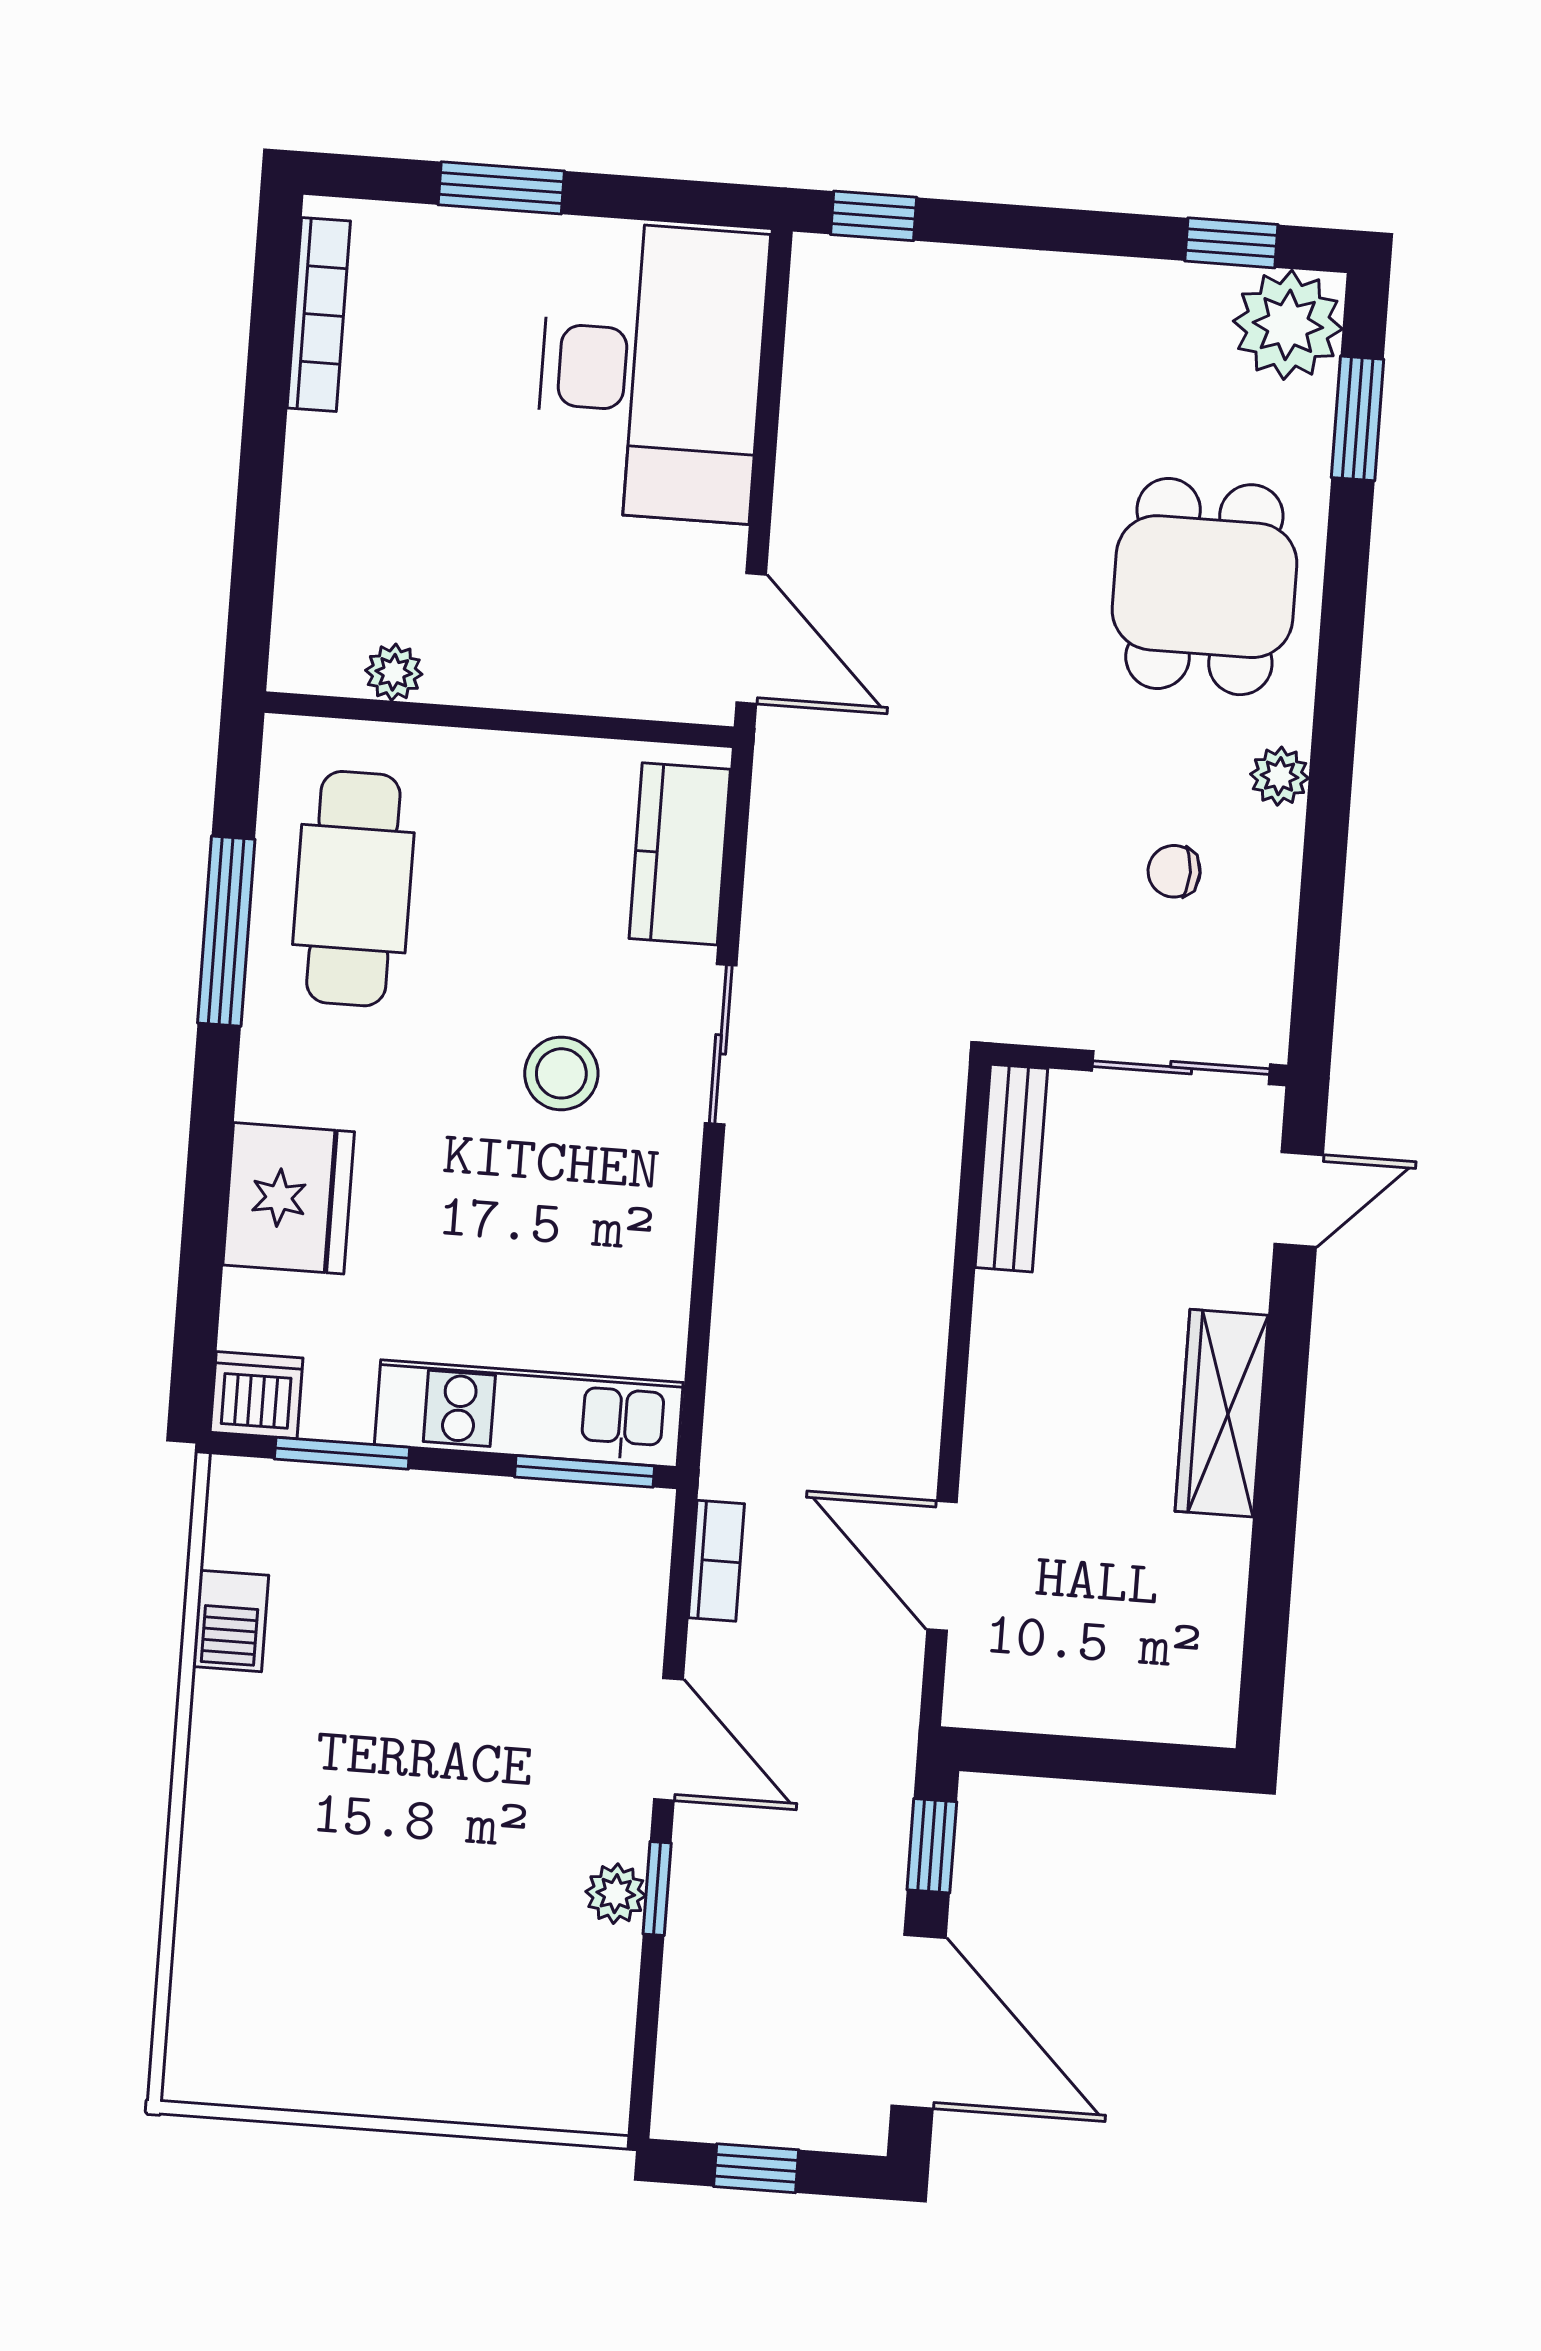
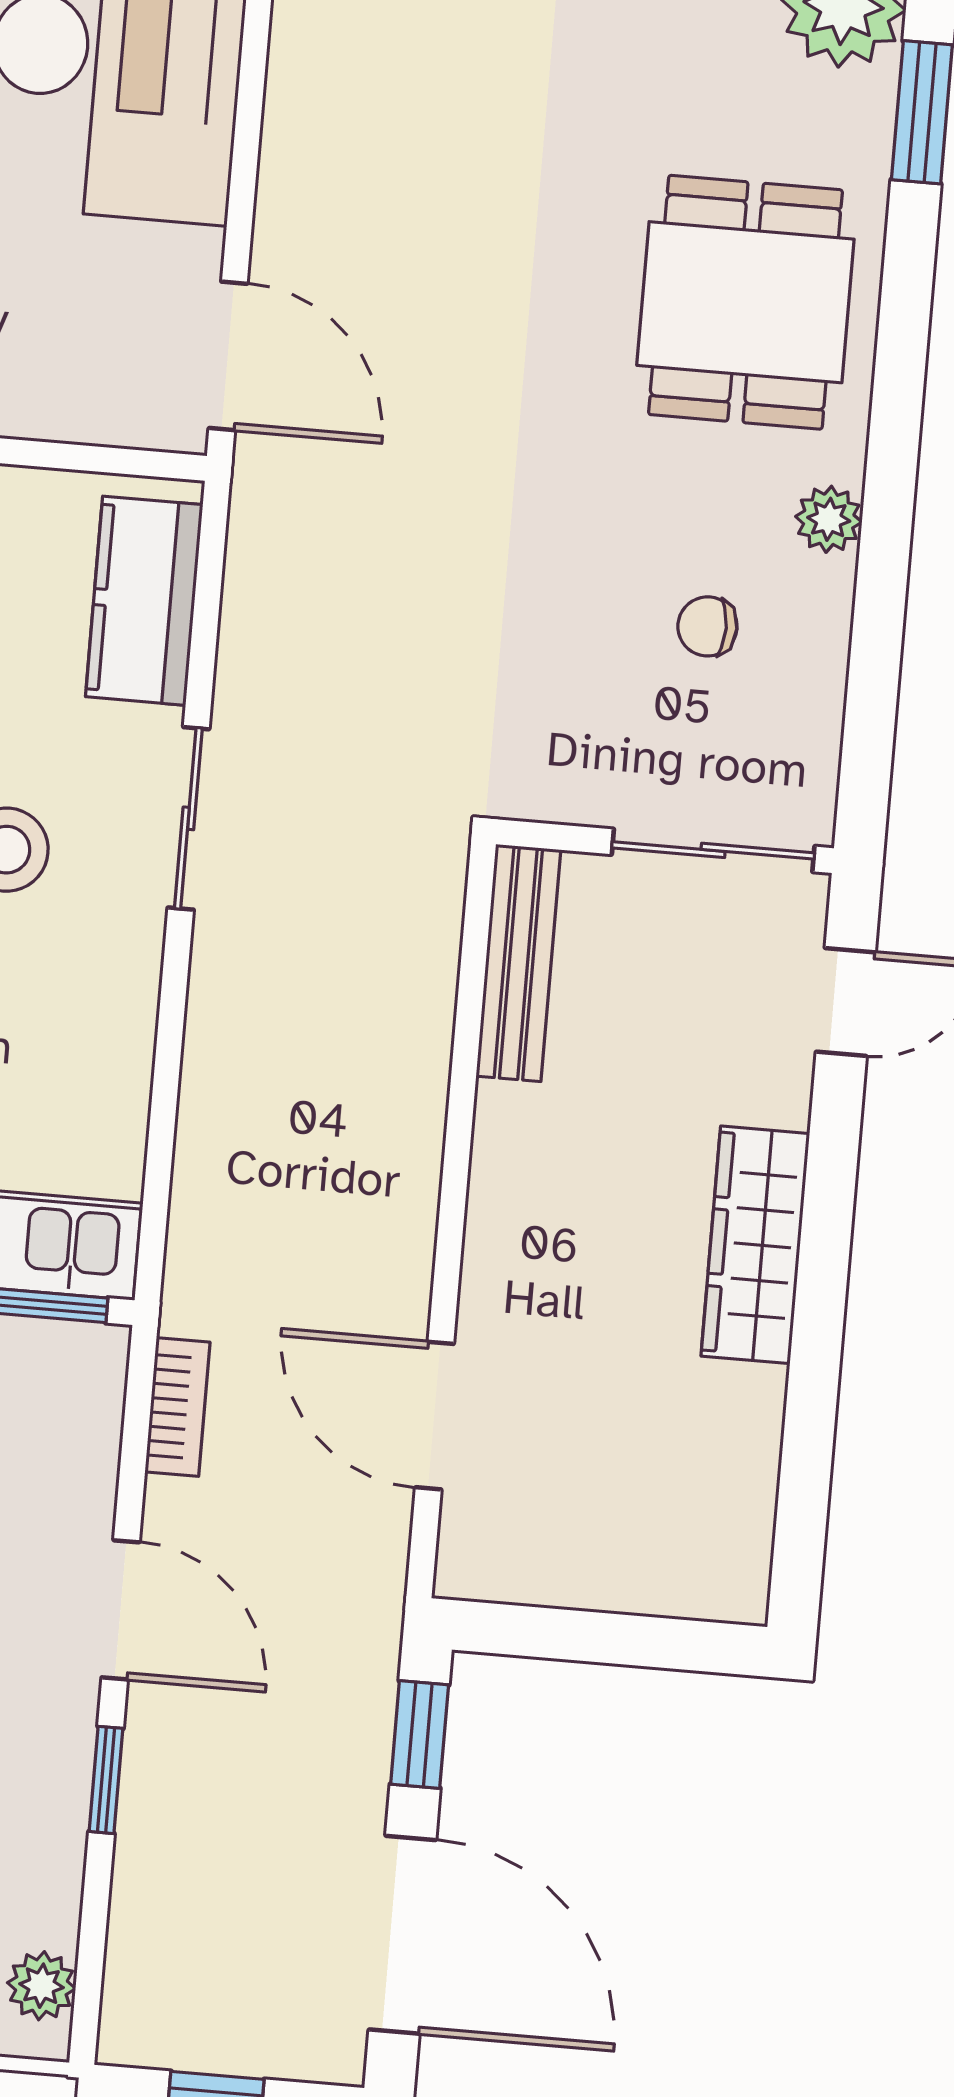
plant: (616, 1894) -> (42, 1986), moved

